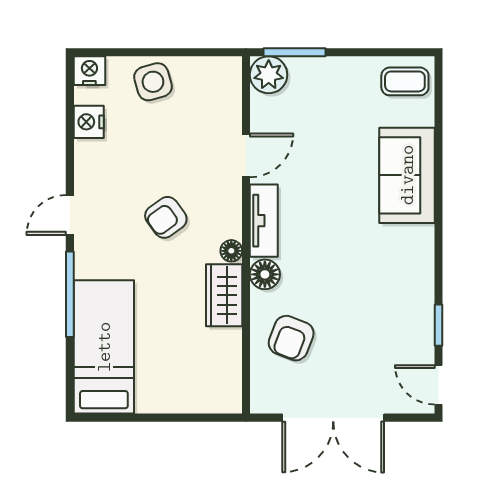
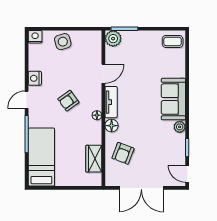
nightstand: (89, 122) -> (35, 78), moved
sofa: (407, 175) -> (173, 99), moved
plant: (421, 278) -> (180, 127), added
wardrobe: (224, 295) -> (94, 159), moved

